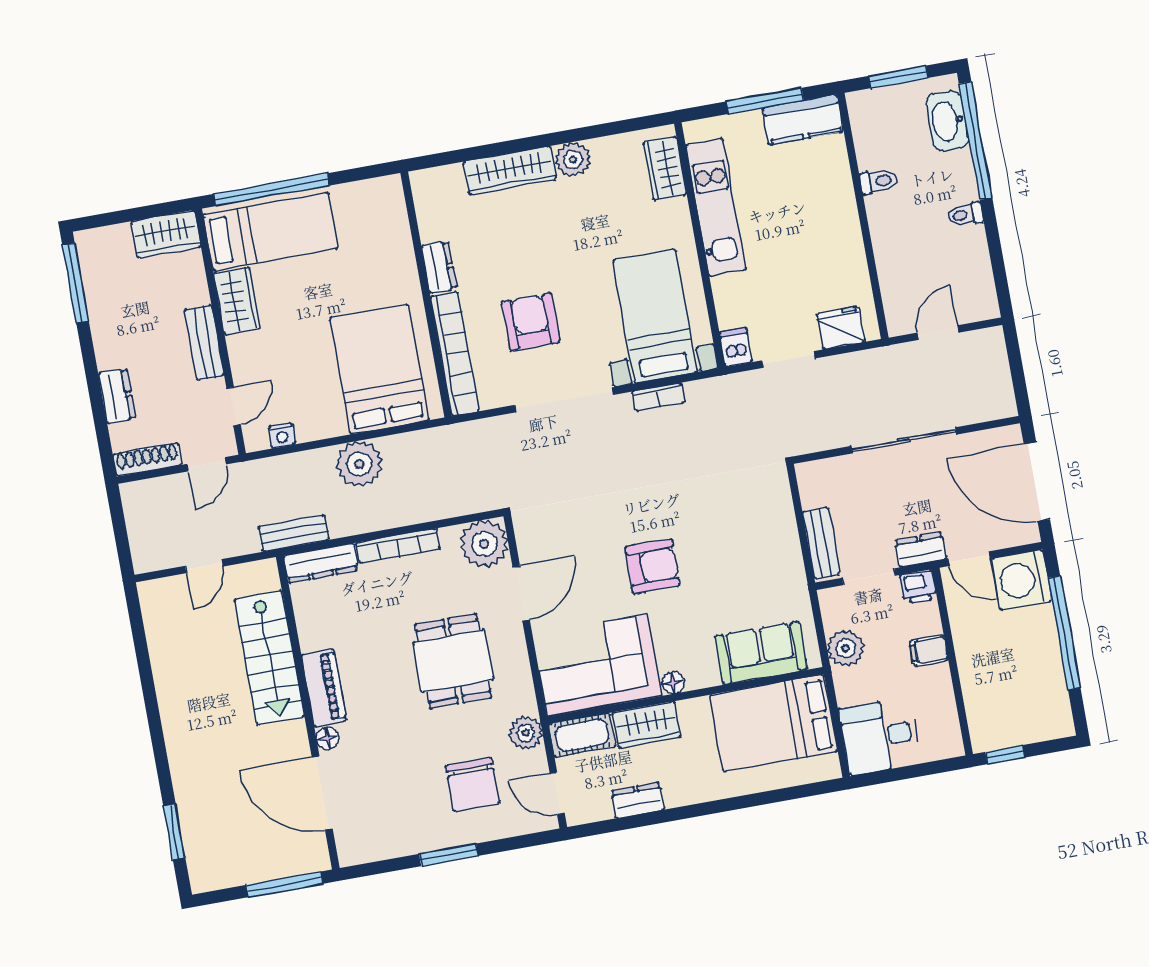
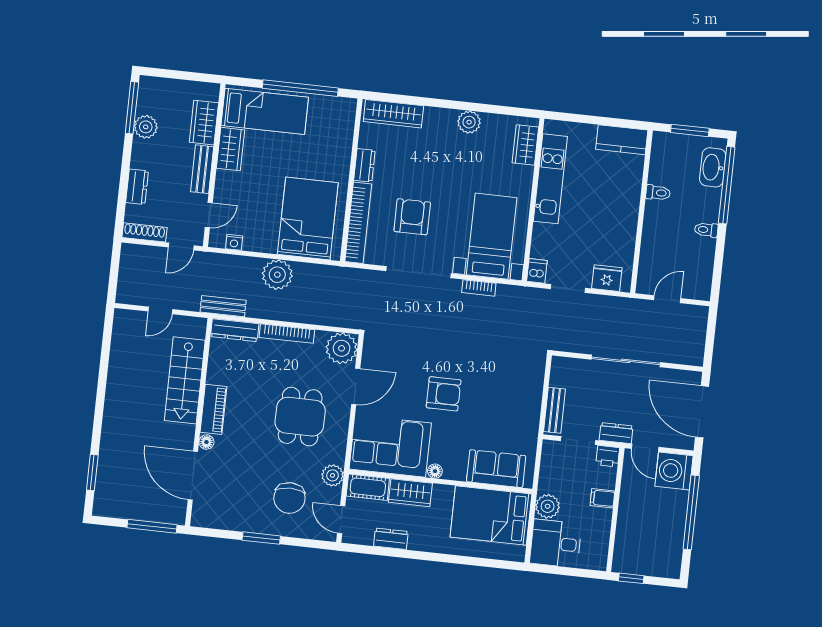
window: (765, 101) -> (601, 121), removed
wardrobe: (510, 171) -> (393, 114), moved
window: (271, 190) -> (300, 88), moved
wardrobe: (166, 234) -> (204, 123), moved, turned 90
plant: (104, 305) -> (146, 127), added
plant: (846, 648) -> (548, 506), moved

